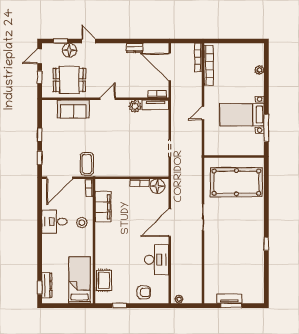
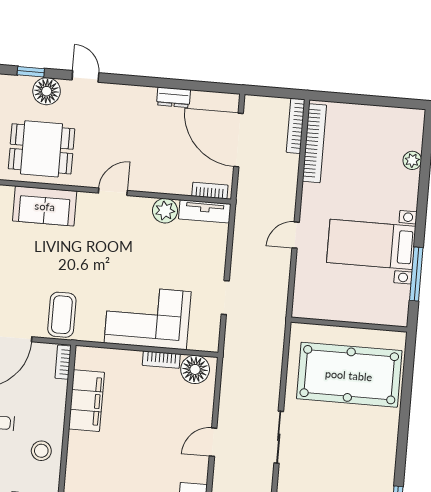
corner sofa: (131, 162) -> (148, 317), added
stool: (82, 222) -> (41, 451), moved
door: (170, 223) -> (213, 442), width x0.53

